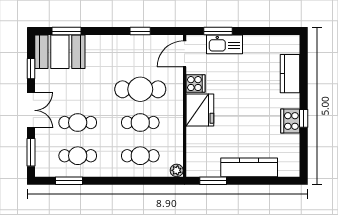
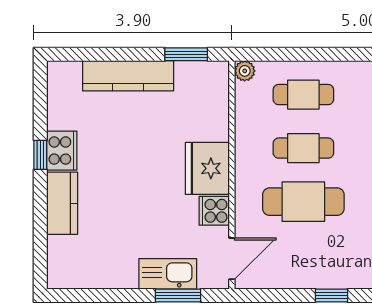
window: (140, 31) -> (332, 295), moved
kitchen counter: (290, 74) -> (62, 203), moved

